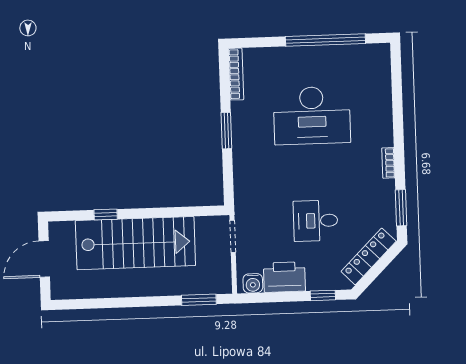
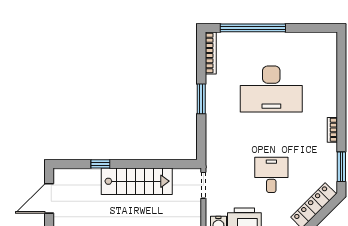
window: (325, 40) -> (253, 28), moved
desk: (315, 221) -> (271, 175), turned 90
stairs: (135, 243) -> (137, 181), width x0.73, depth x0.66

